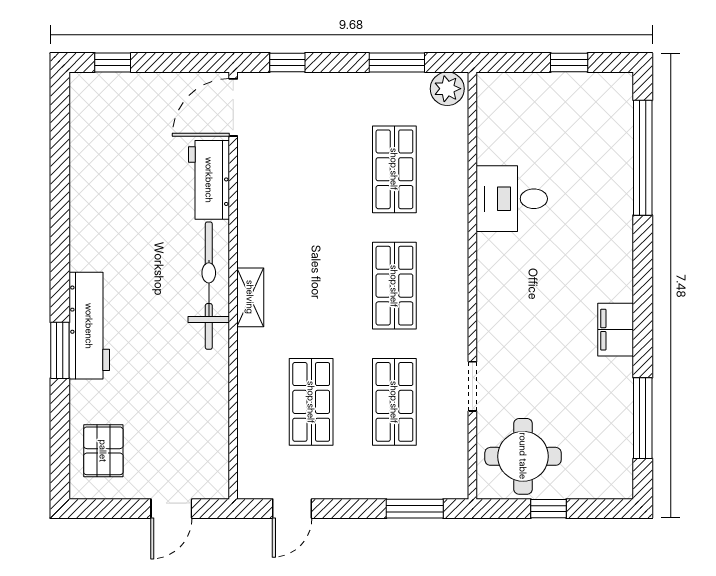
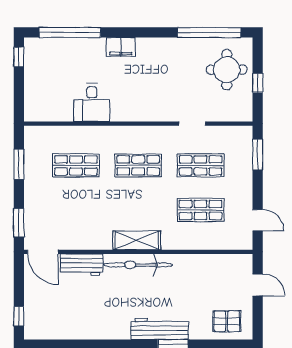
window: (287, 62) -> (19, 223), width x1.50
window: (569, 62) -> (19, 57), moved
plant: (447, 89) -> (33, 137), removed
shelving: (250, 297) -> (137, 240), width x1.50, depth x1.33
filing cabinet: (616, 330) -> (121, 47), moved
window: (643, 418) -> (209, 32), width x1.46
round table: (523, 456) -> (227, 70), moved

